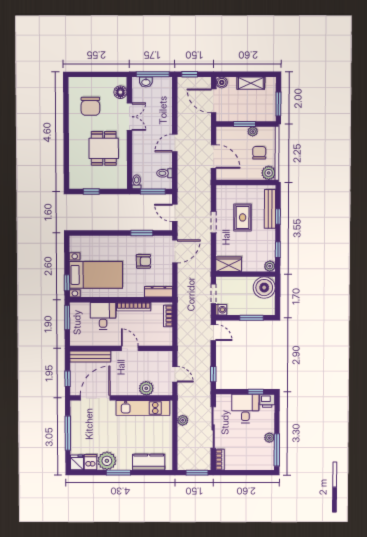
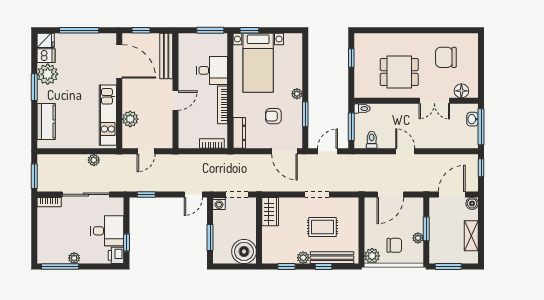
plant: (123, 240) -> (297, 94), added
armchair: (143, 261) -> (273, 116), turned 90
plant: (270, 266) -> (303, 258), moved

